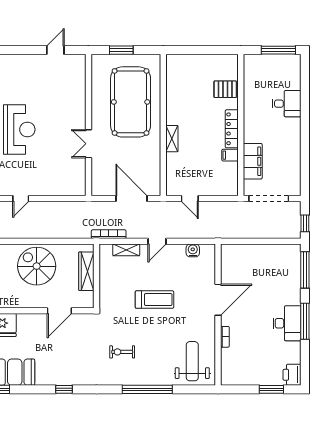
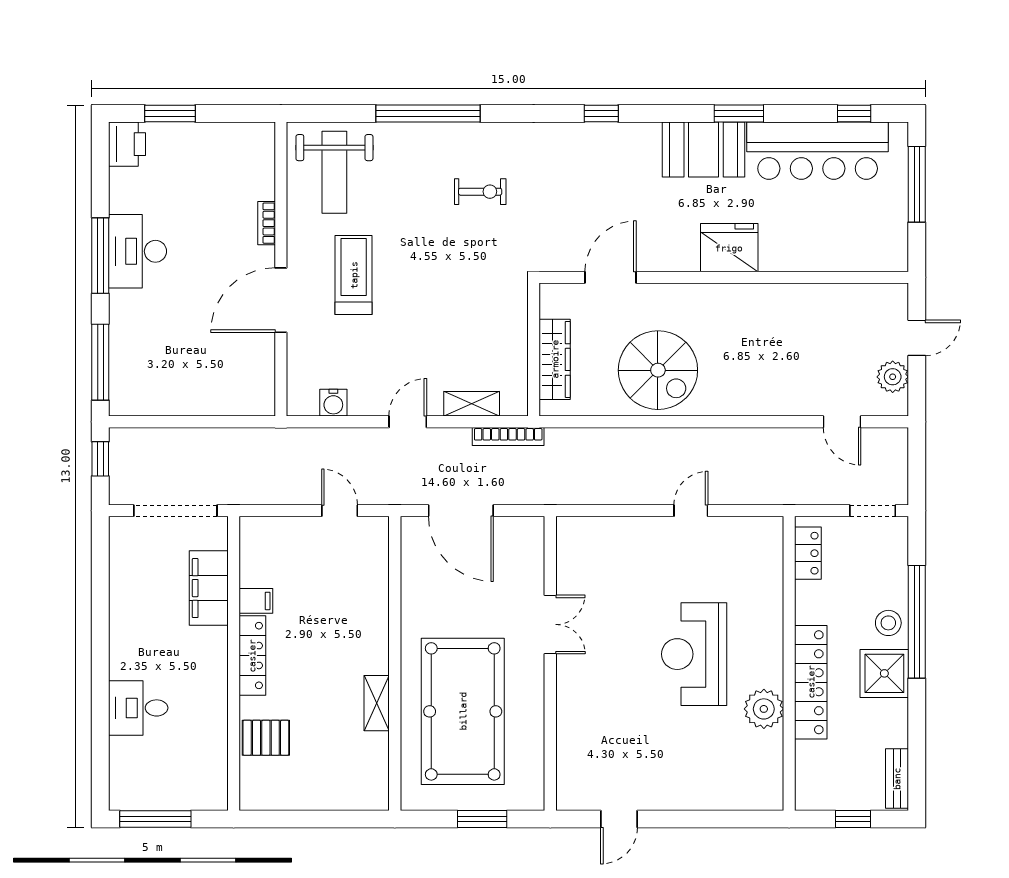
shelving: (172, 139) -> (377, 703), moved
treadmill: (154, 300) -> (354, 275), moved, turned 90

